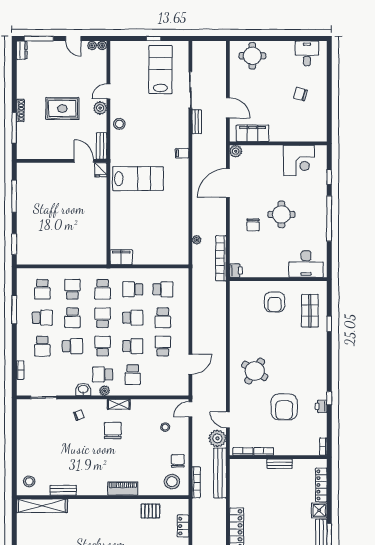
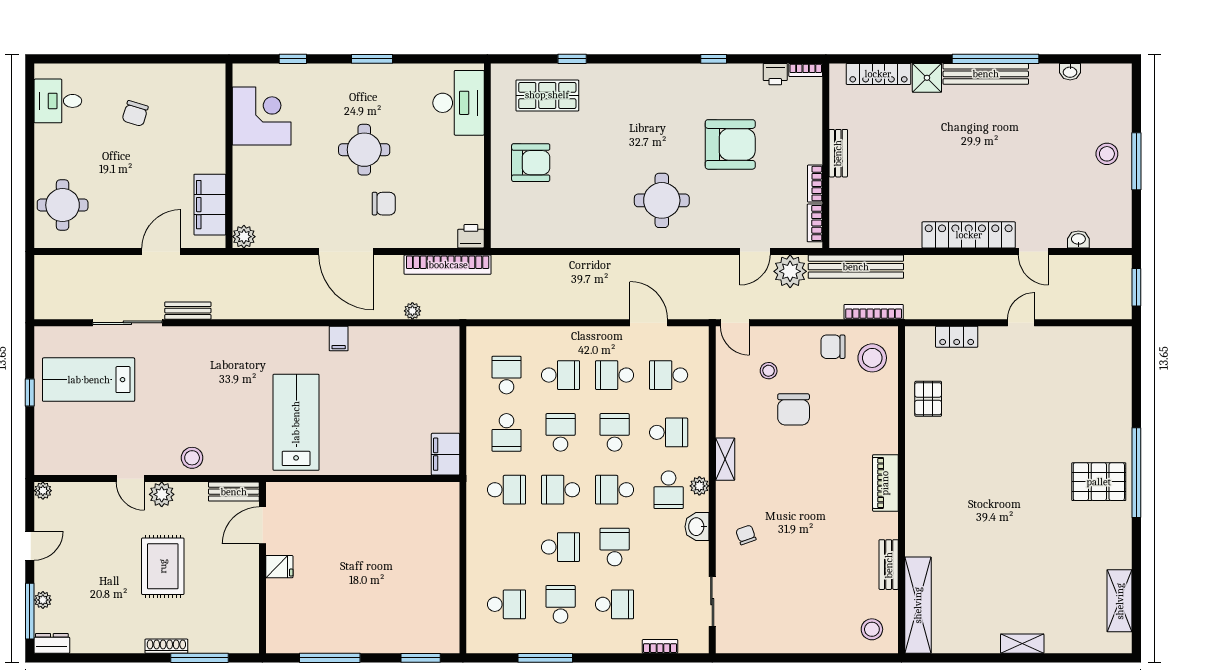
plant: (92, 45) -> (43, 600), moved
filing cabinet: (182, 153) -> (339, 339), moved
fridge: (101, 170) -> (279, 567), moved
door: (228, 183) -> (346, 251), moved
window: (329, 219) -> (372, 59), width x0.47
school desk: (72, 289) -> (669, 375), moved
round table: (255, 371) -> (662, 200), turned -33
printer: (321, 406) -> (775, 74), moved
chair: (113, 431) -> (794, 409), moved, turned -90
piano: (123, 489) -> (885, 483), moved

